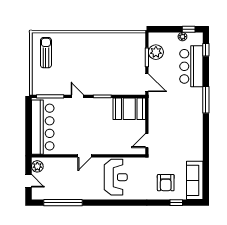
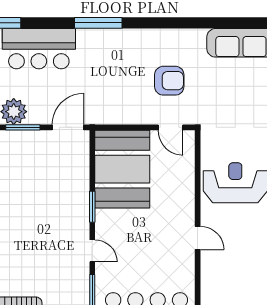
door: (77, 96) -> (92, 251), swing flipped
booth: (129, 109) -> (122, 169), width x1.36, depth x1.42
armchair: (166, 183) -> (169, 81), moved

